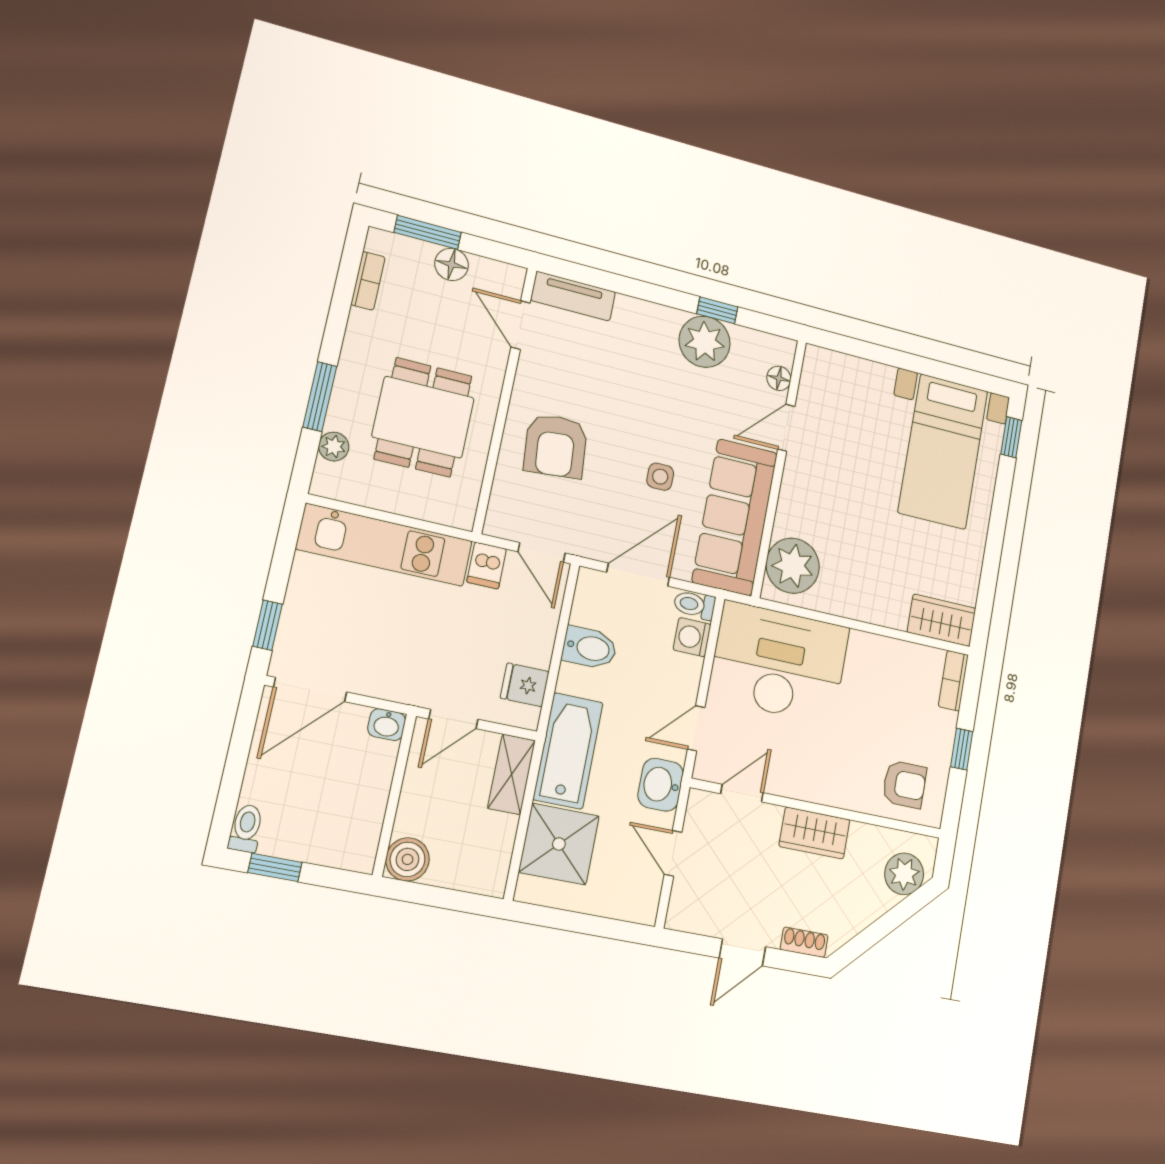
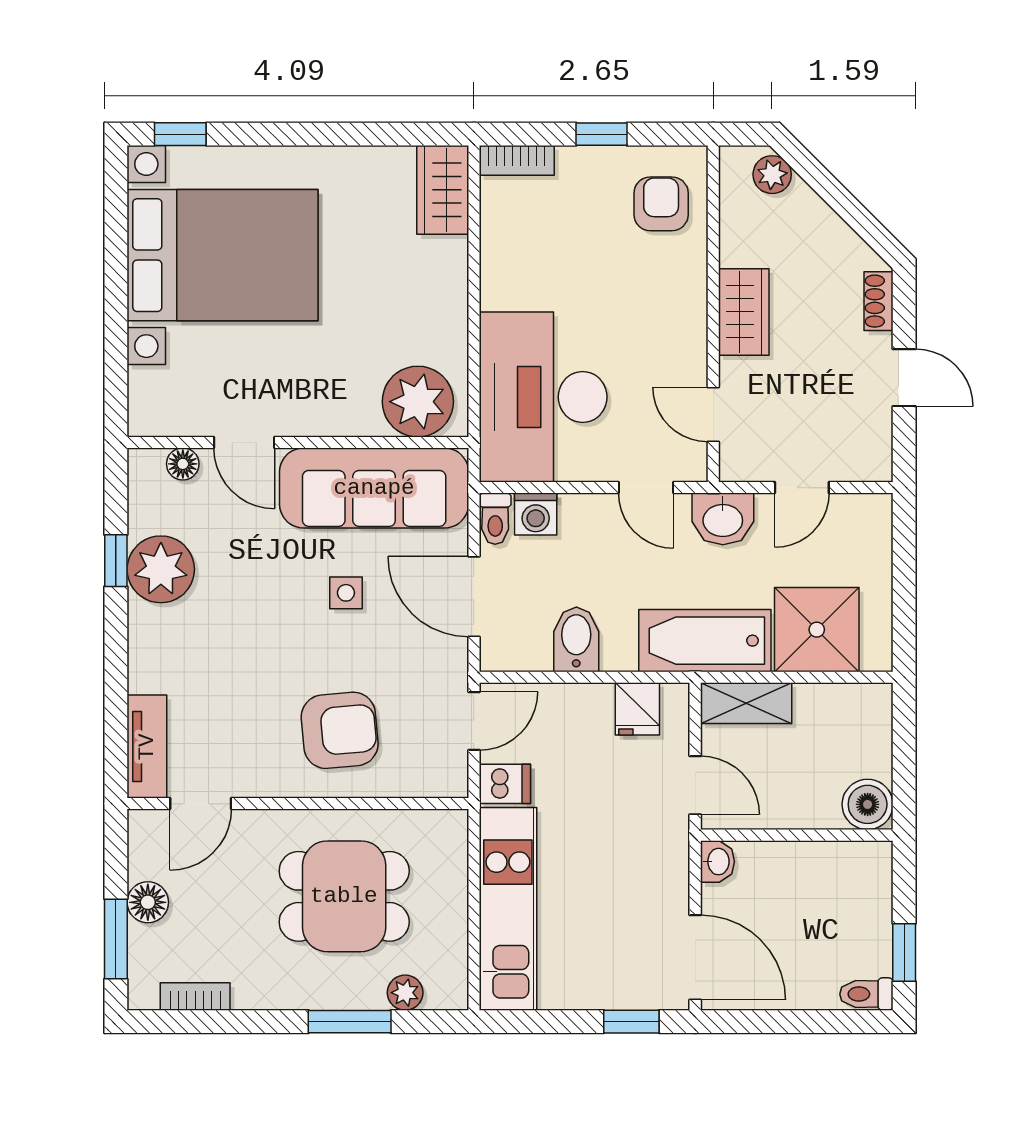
bed with nightstands: (943, 451) -> (223, 255), width x1.36
plant: (904, 874) -> (772, 175), width x0.73, depth x0.73

